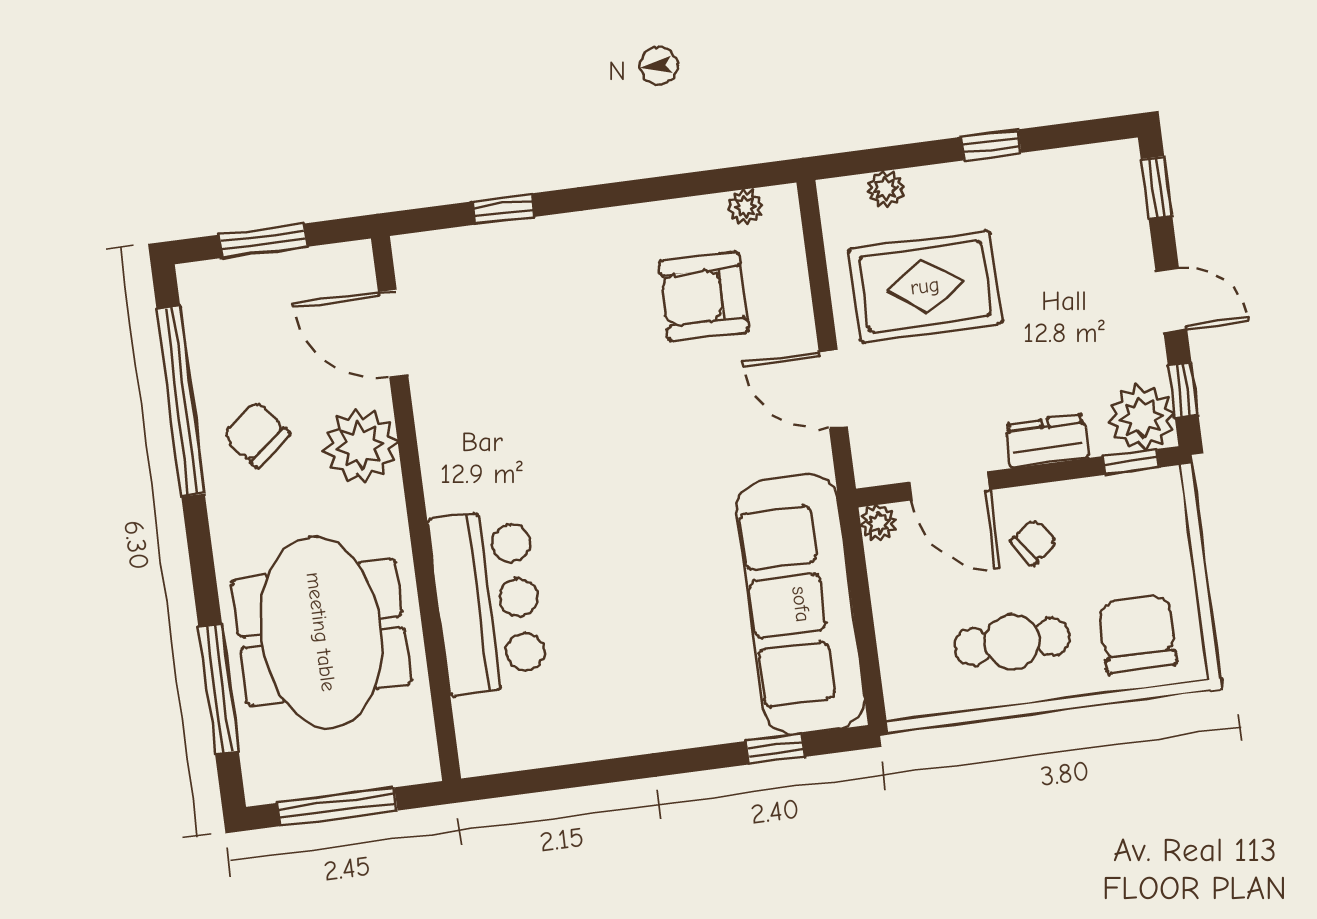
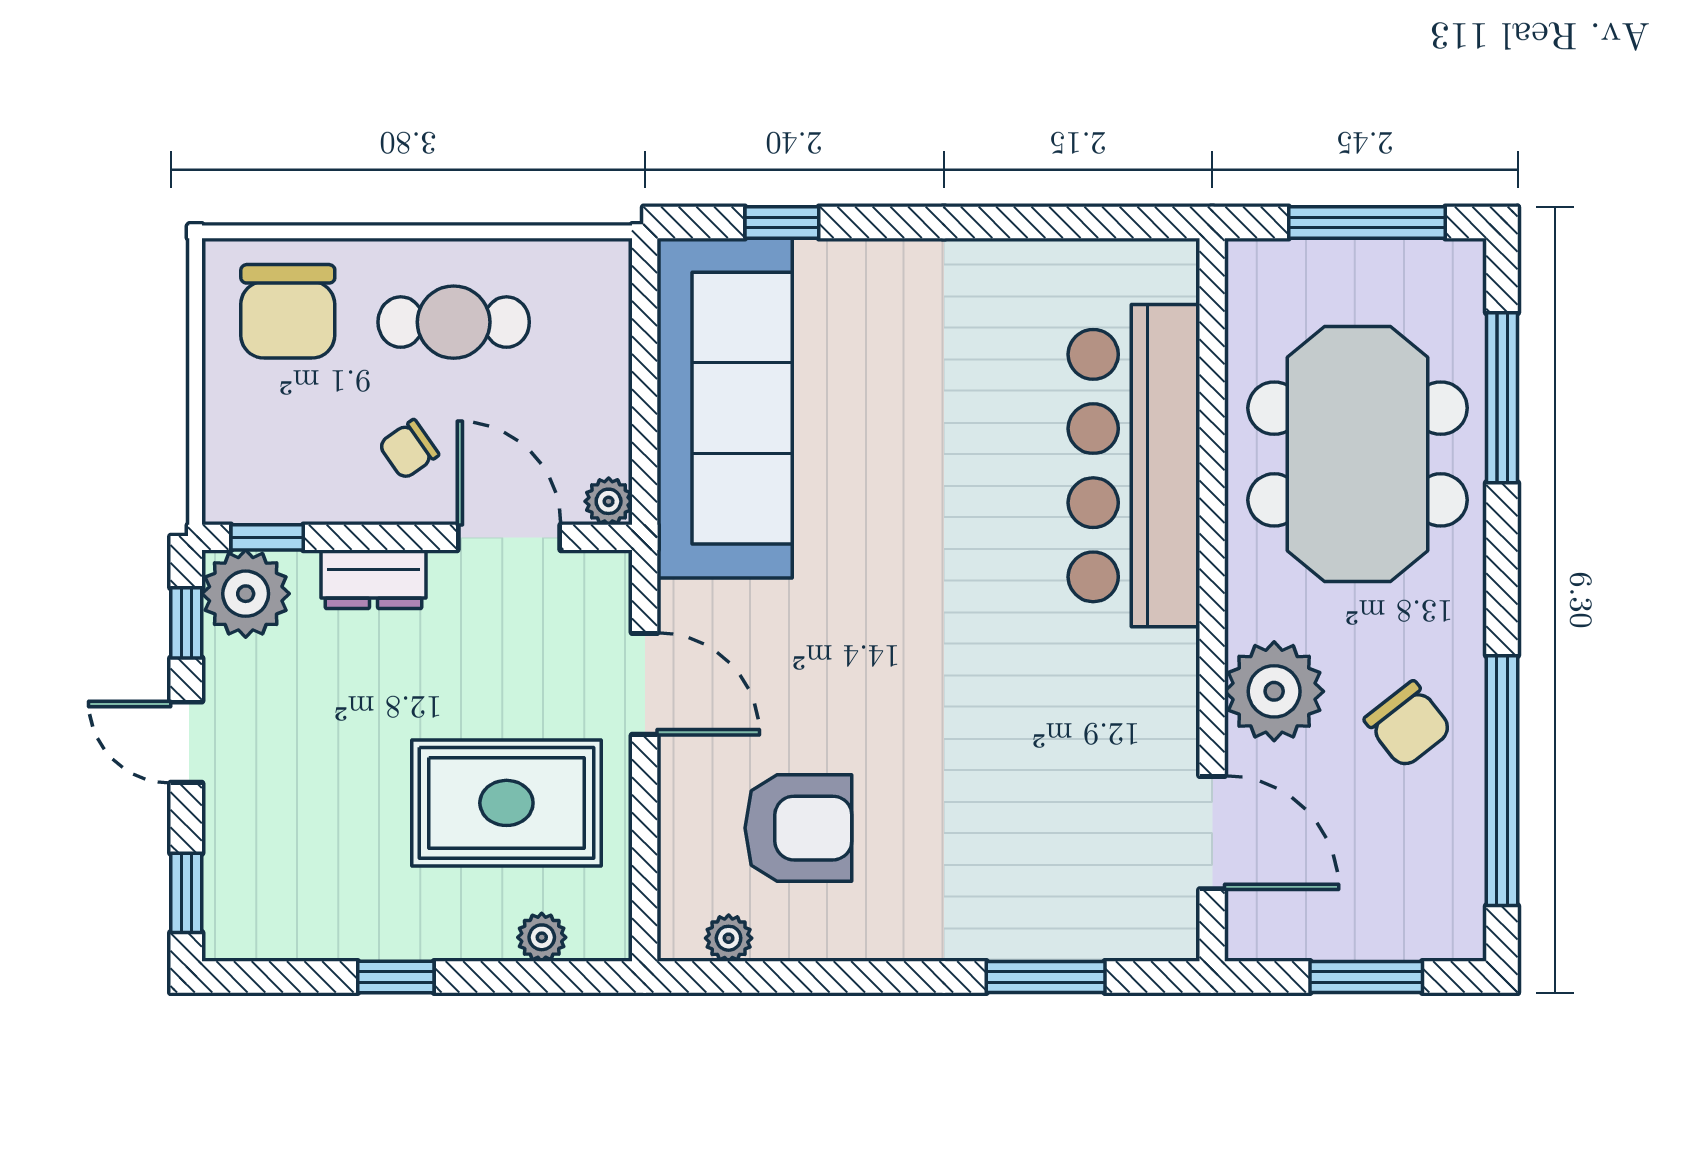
window: (504, 209) -> (1046, 977), width x1.50
bar counter: (488, 601) -> (1134, 466), width x1.36

